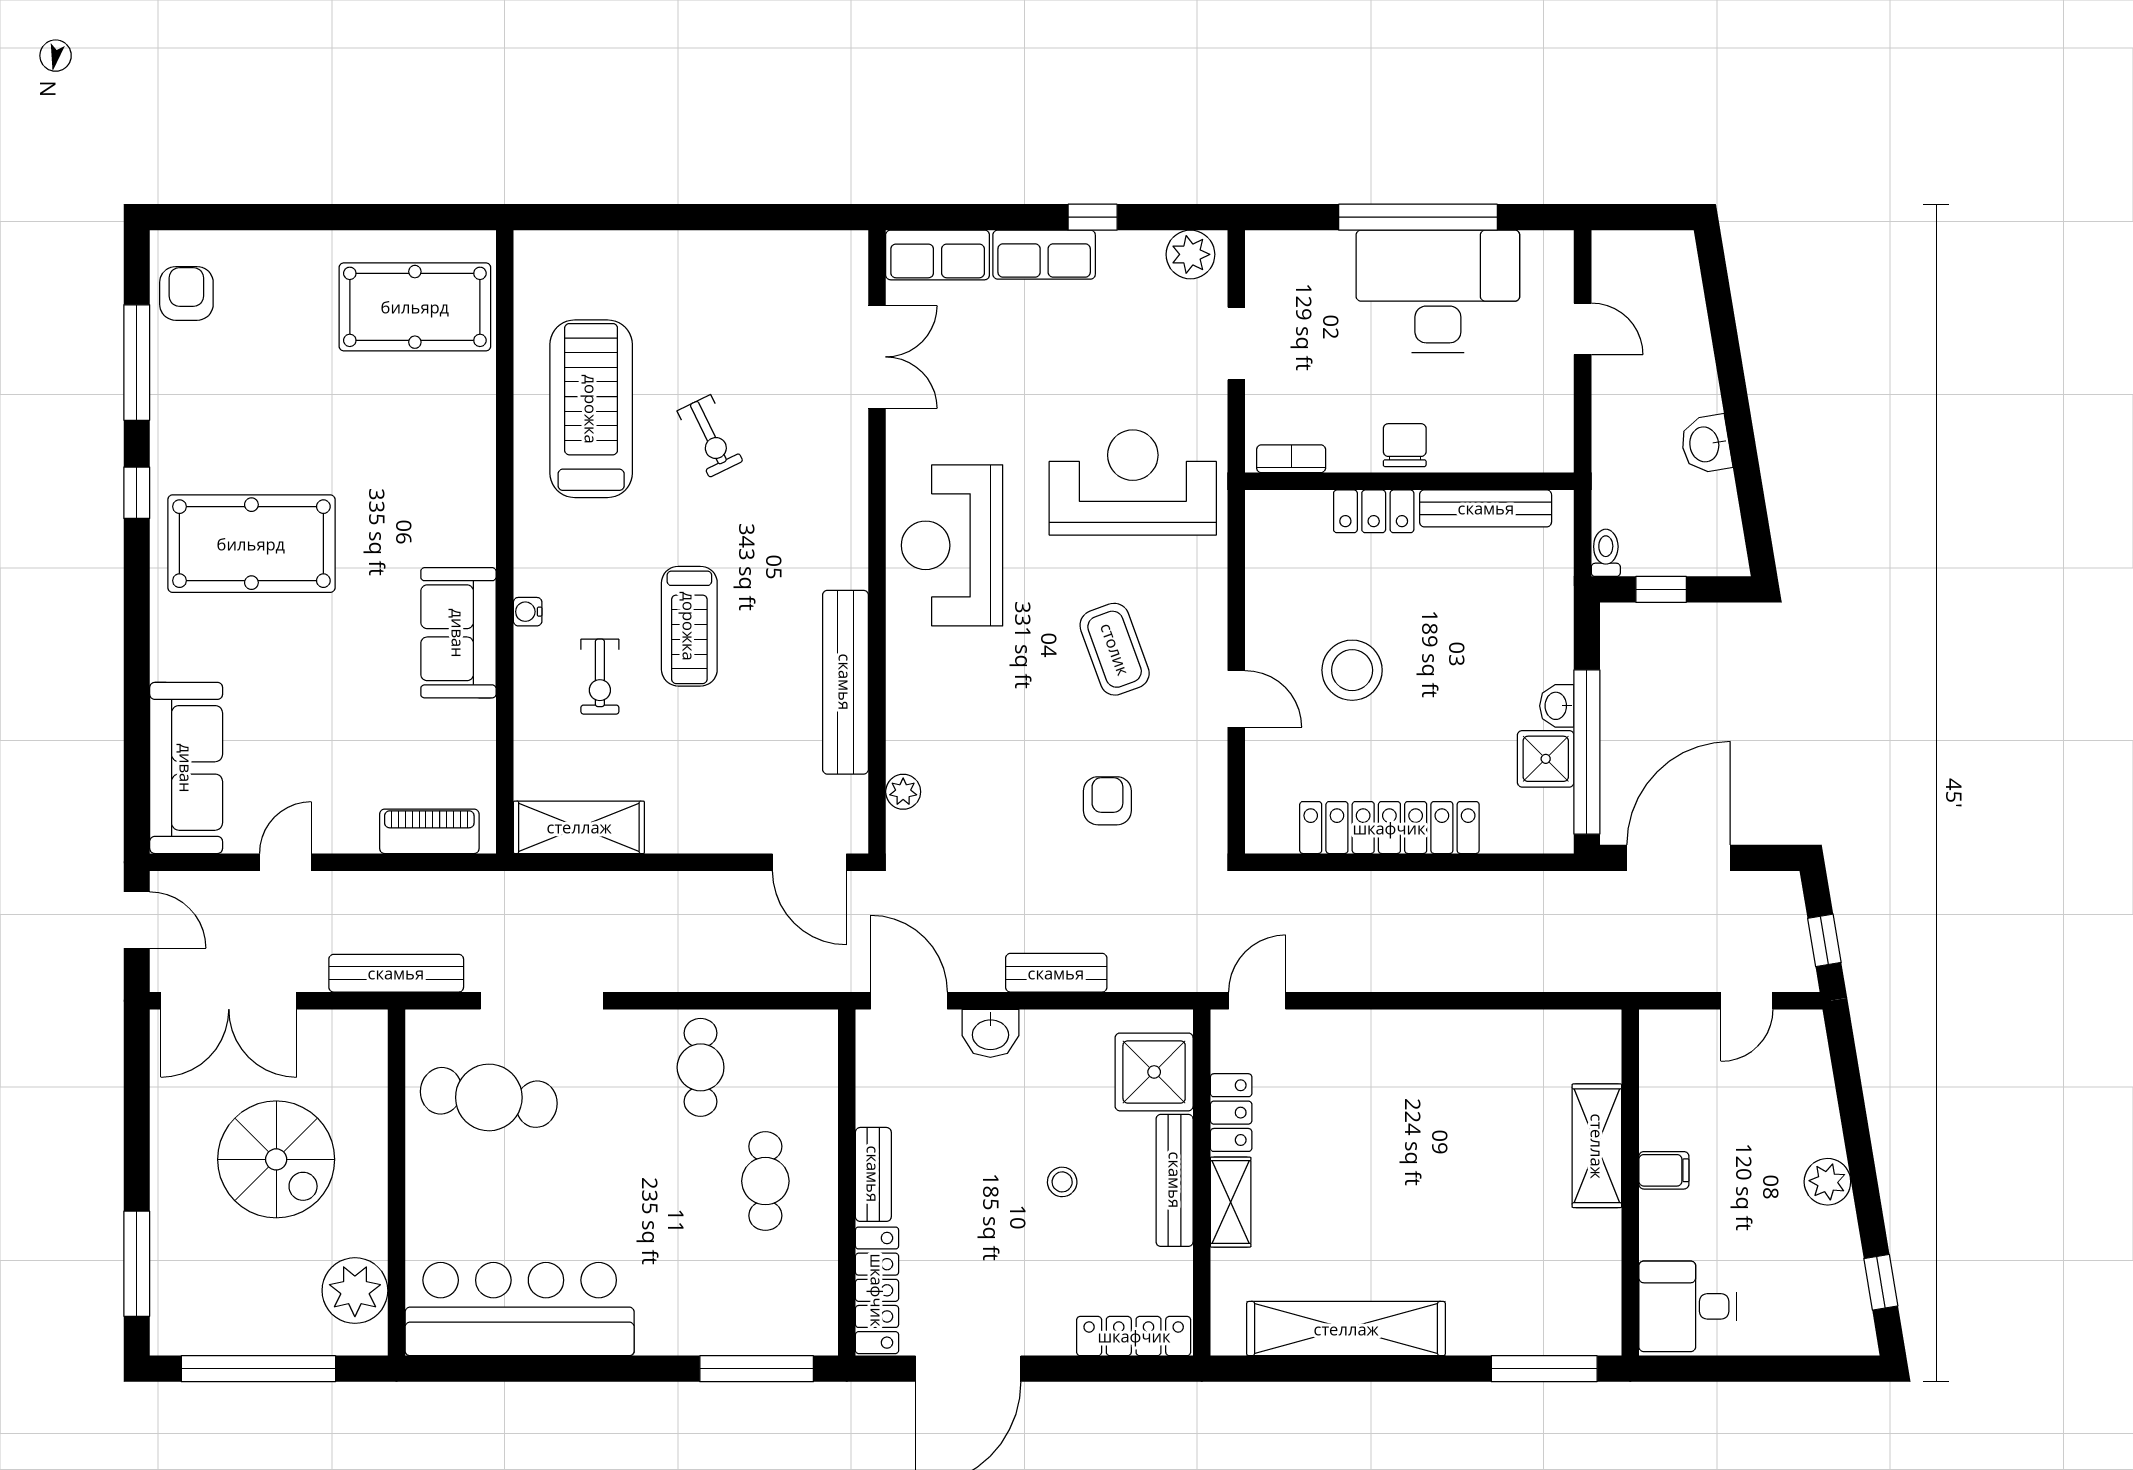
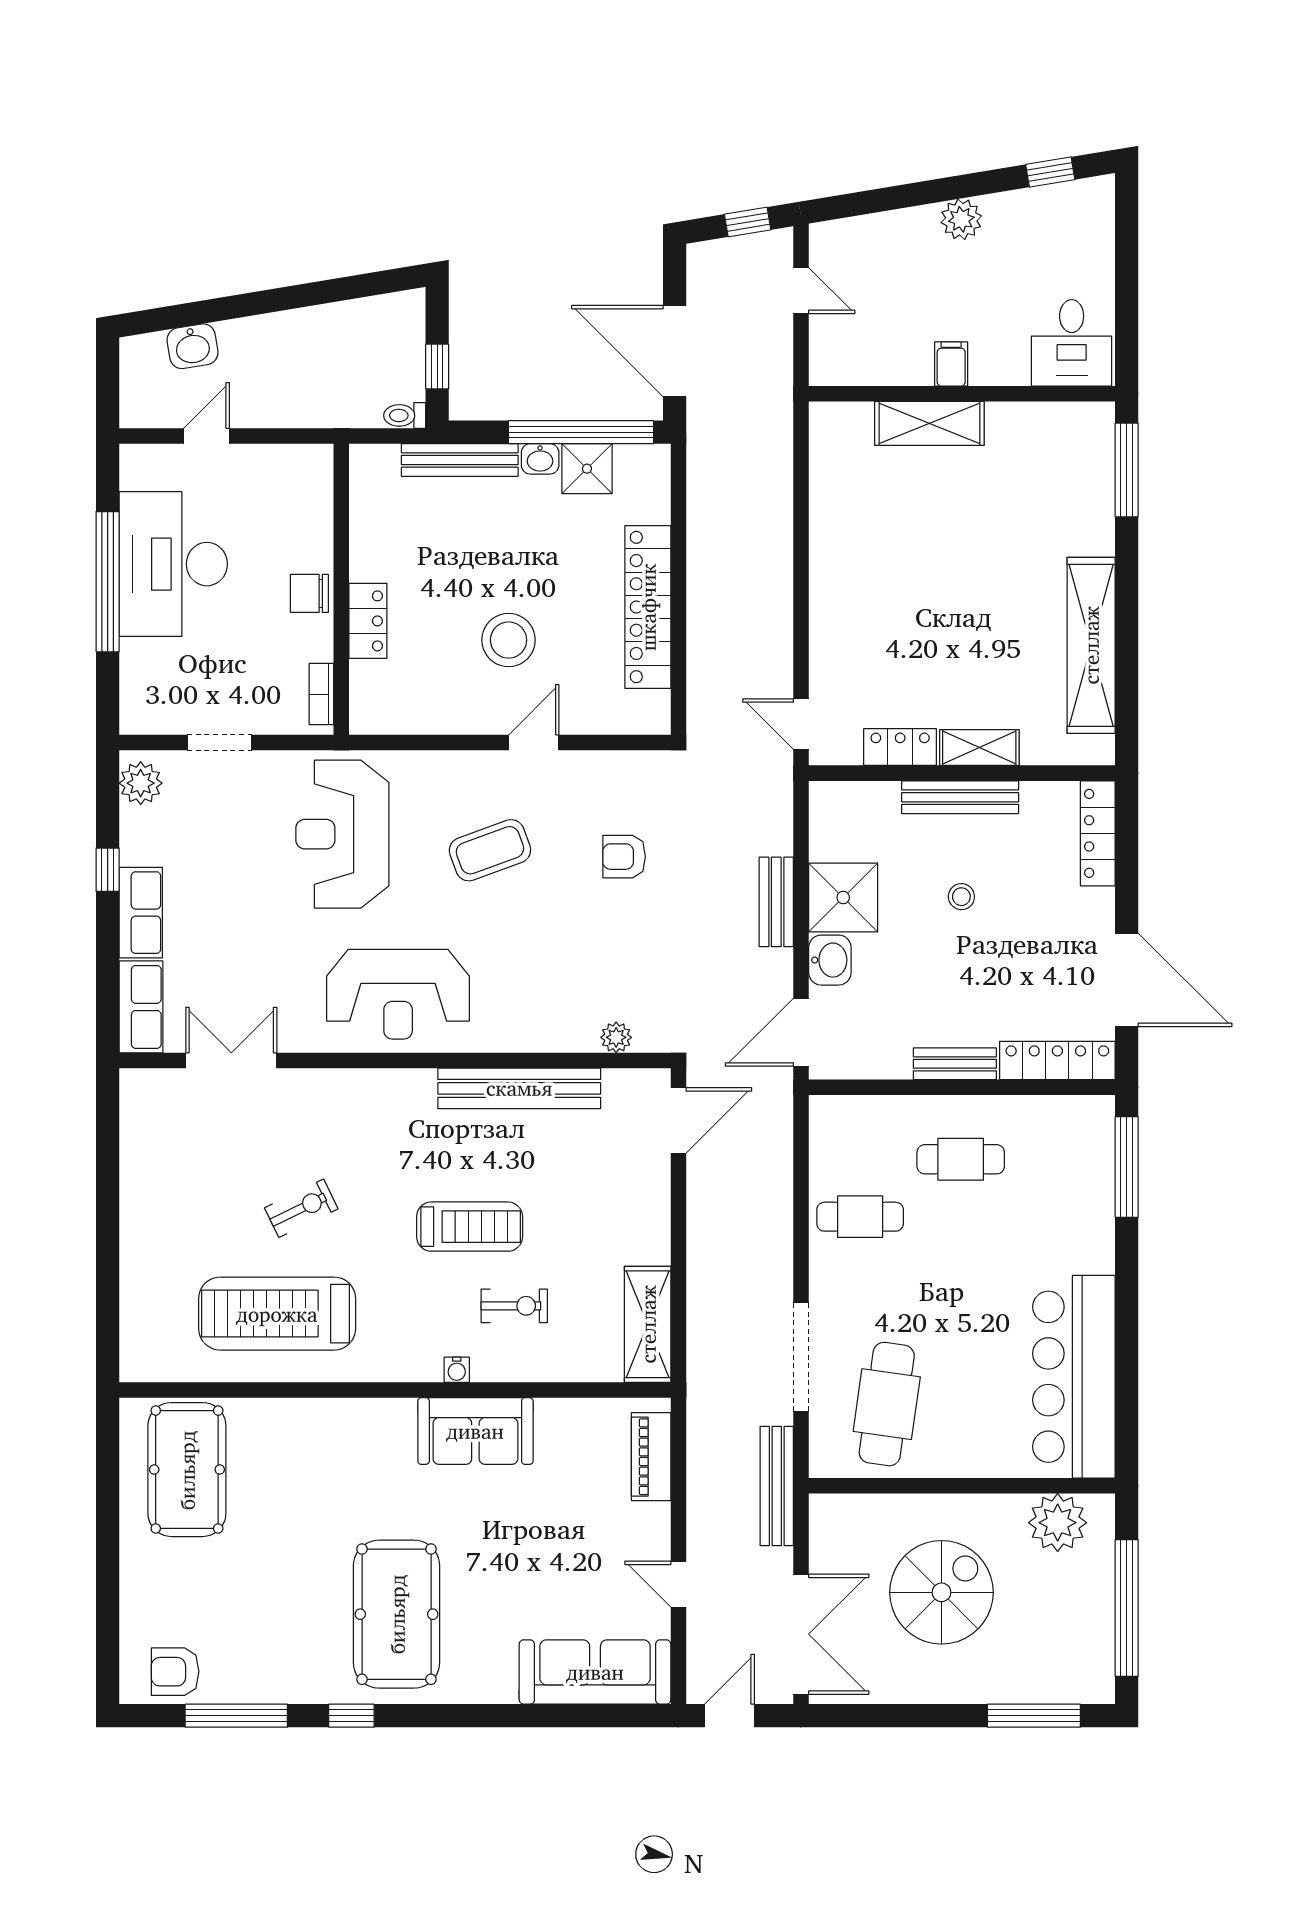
washbasin: (1706, 444) -> (192, 346), moved
bench: (1486, 508) -> (460, 460), moved, turned 90
shower: (1154, 1072) -> (843, 897), moved

